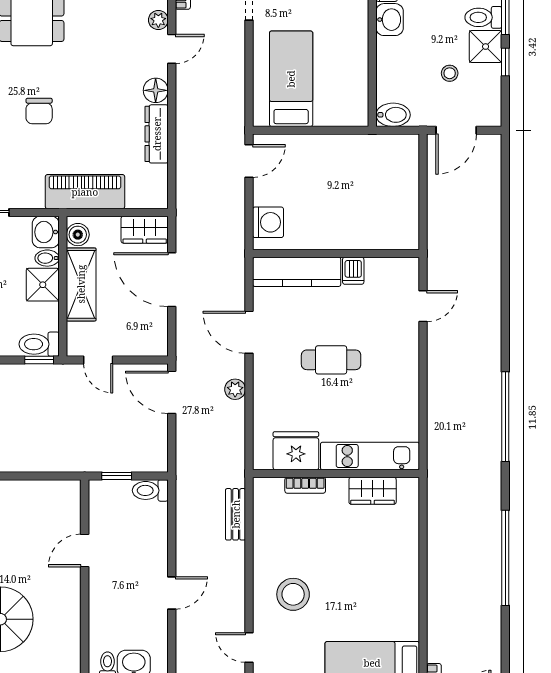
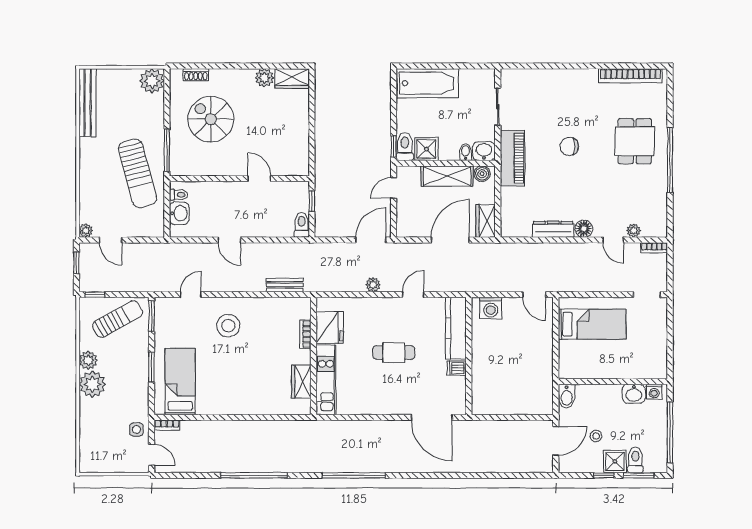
door: (456, 130) -> (556, 441), swing flipped
piano: (85, 192) -> (512, 158), moved
shower: (43, 285) -> (426, 149), moved
door: (423, 306) -> (432, 417), width x1.88
door: (249, 332) -> (413, 295), width x0.73
cafe table: (331, 360) -> (394, 352), turned 90

